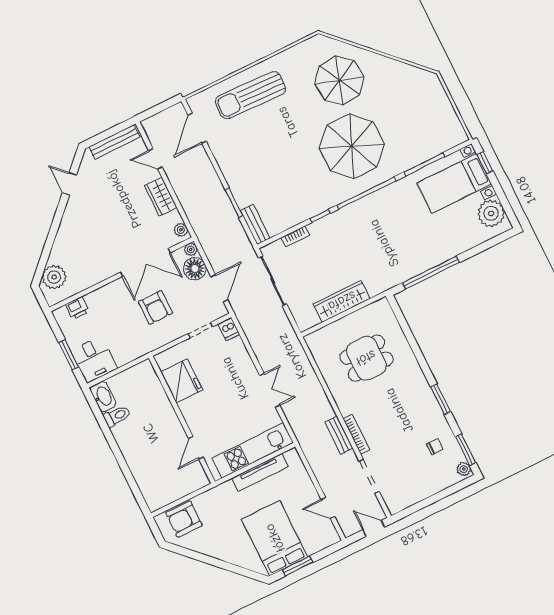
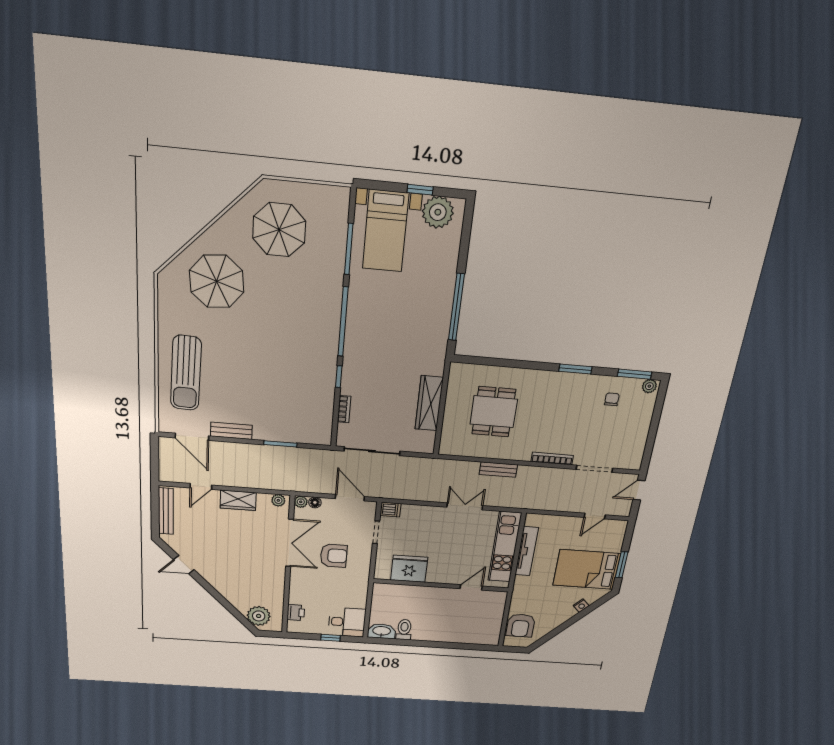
parasol: (352, 146) -> (279, 230), moved, width x0.73, depth x0.73
window: (485, 163) -> (420, 190), moved
bench: (255, 224) -> (231, 431), moved
floor lamp: (195, 269) -> (315, 502), width x0.53, depth x0.53
window: (69, 355) -> (331, 638), width x0.67
bench: (339, 435) -> (498, 470), moved
door: (196, 448) -> (471, 587), swing flipped
nightstand: (237, 560) -> (581, 606), added

